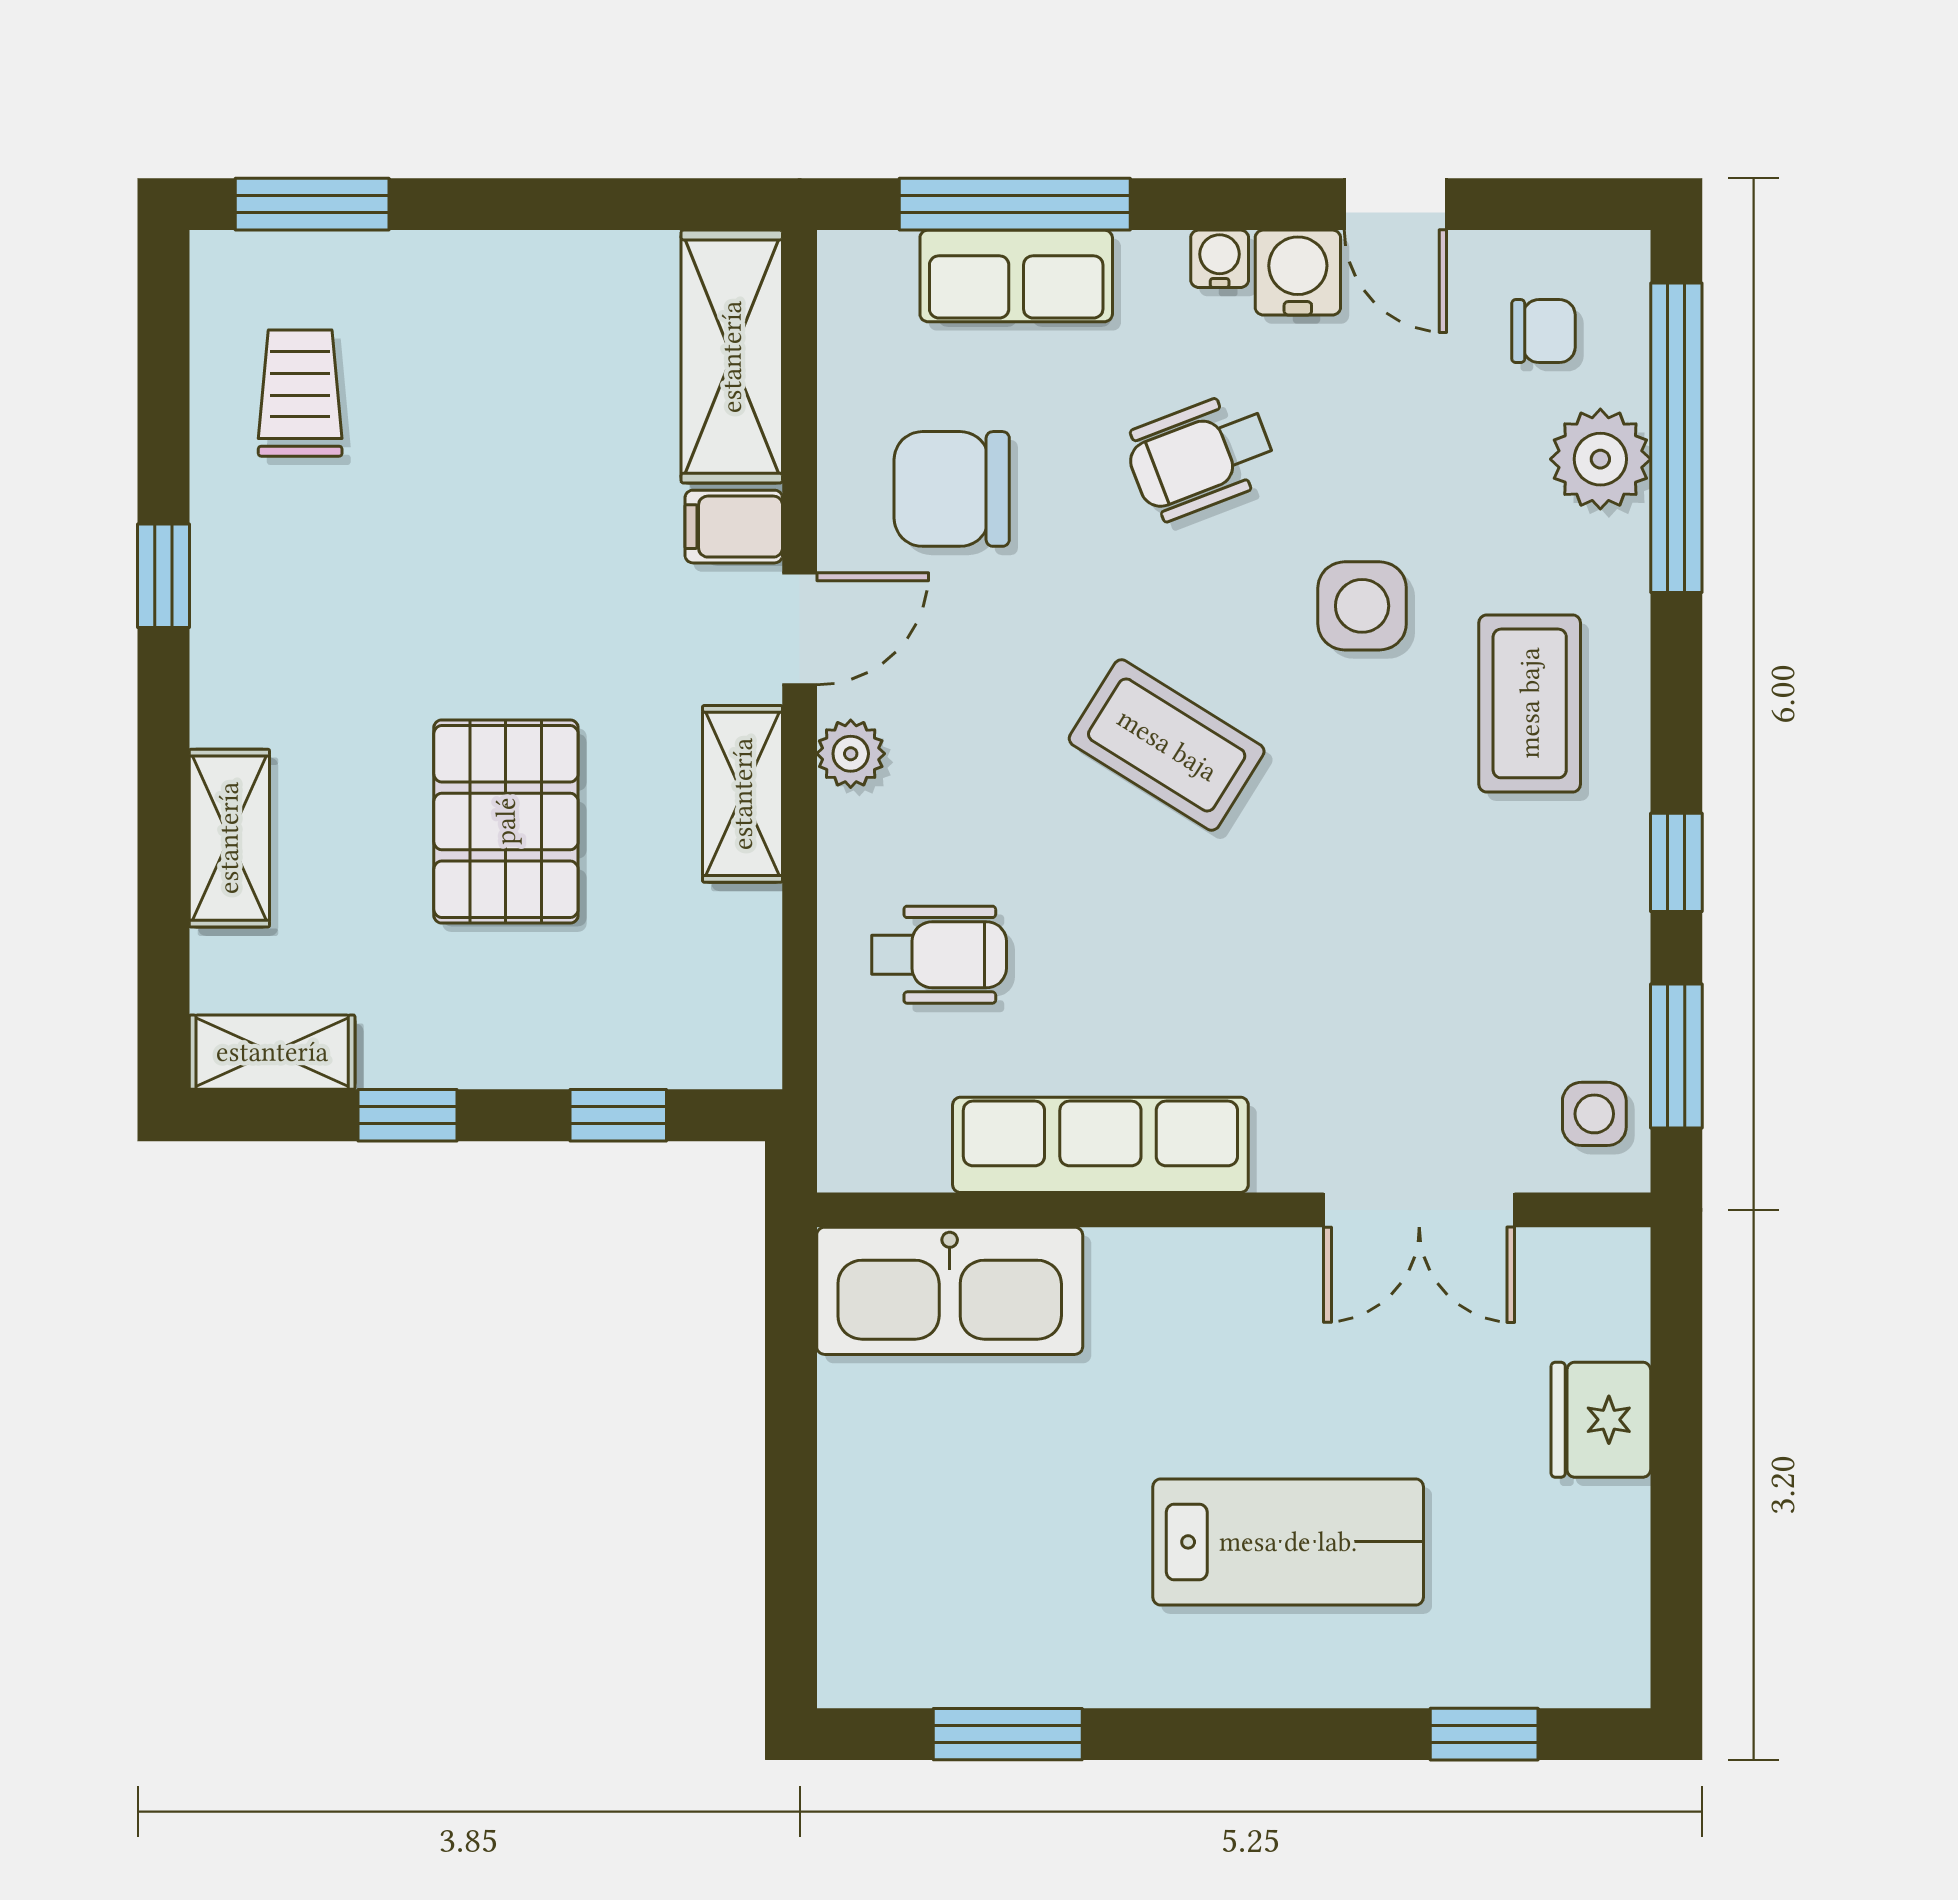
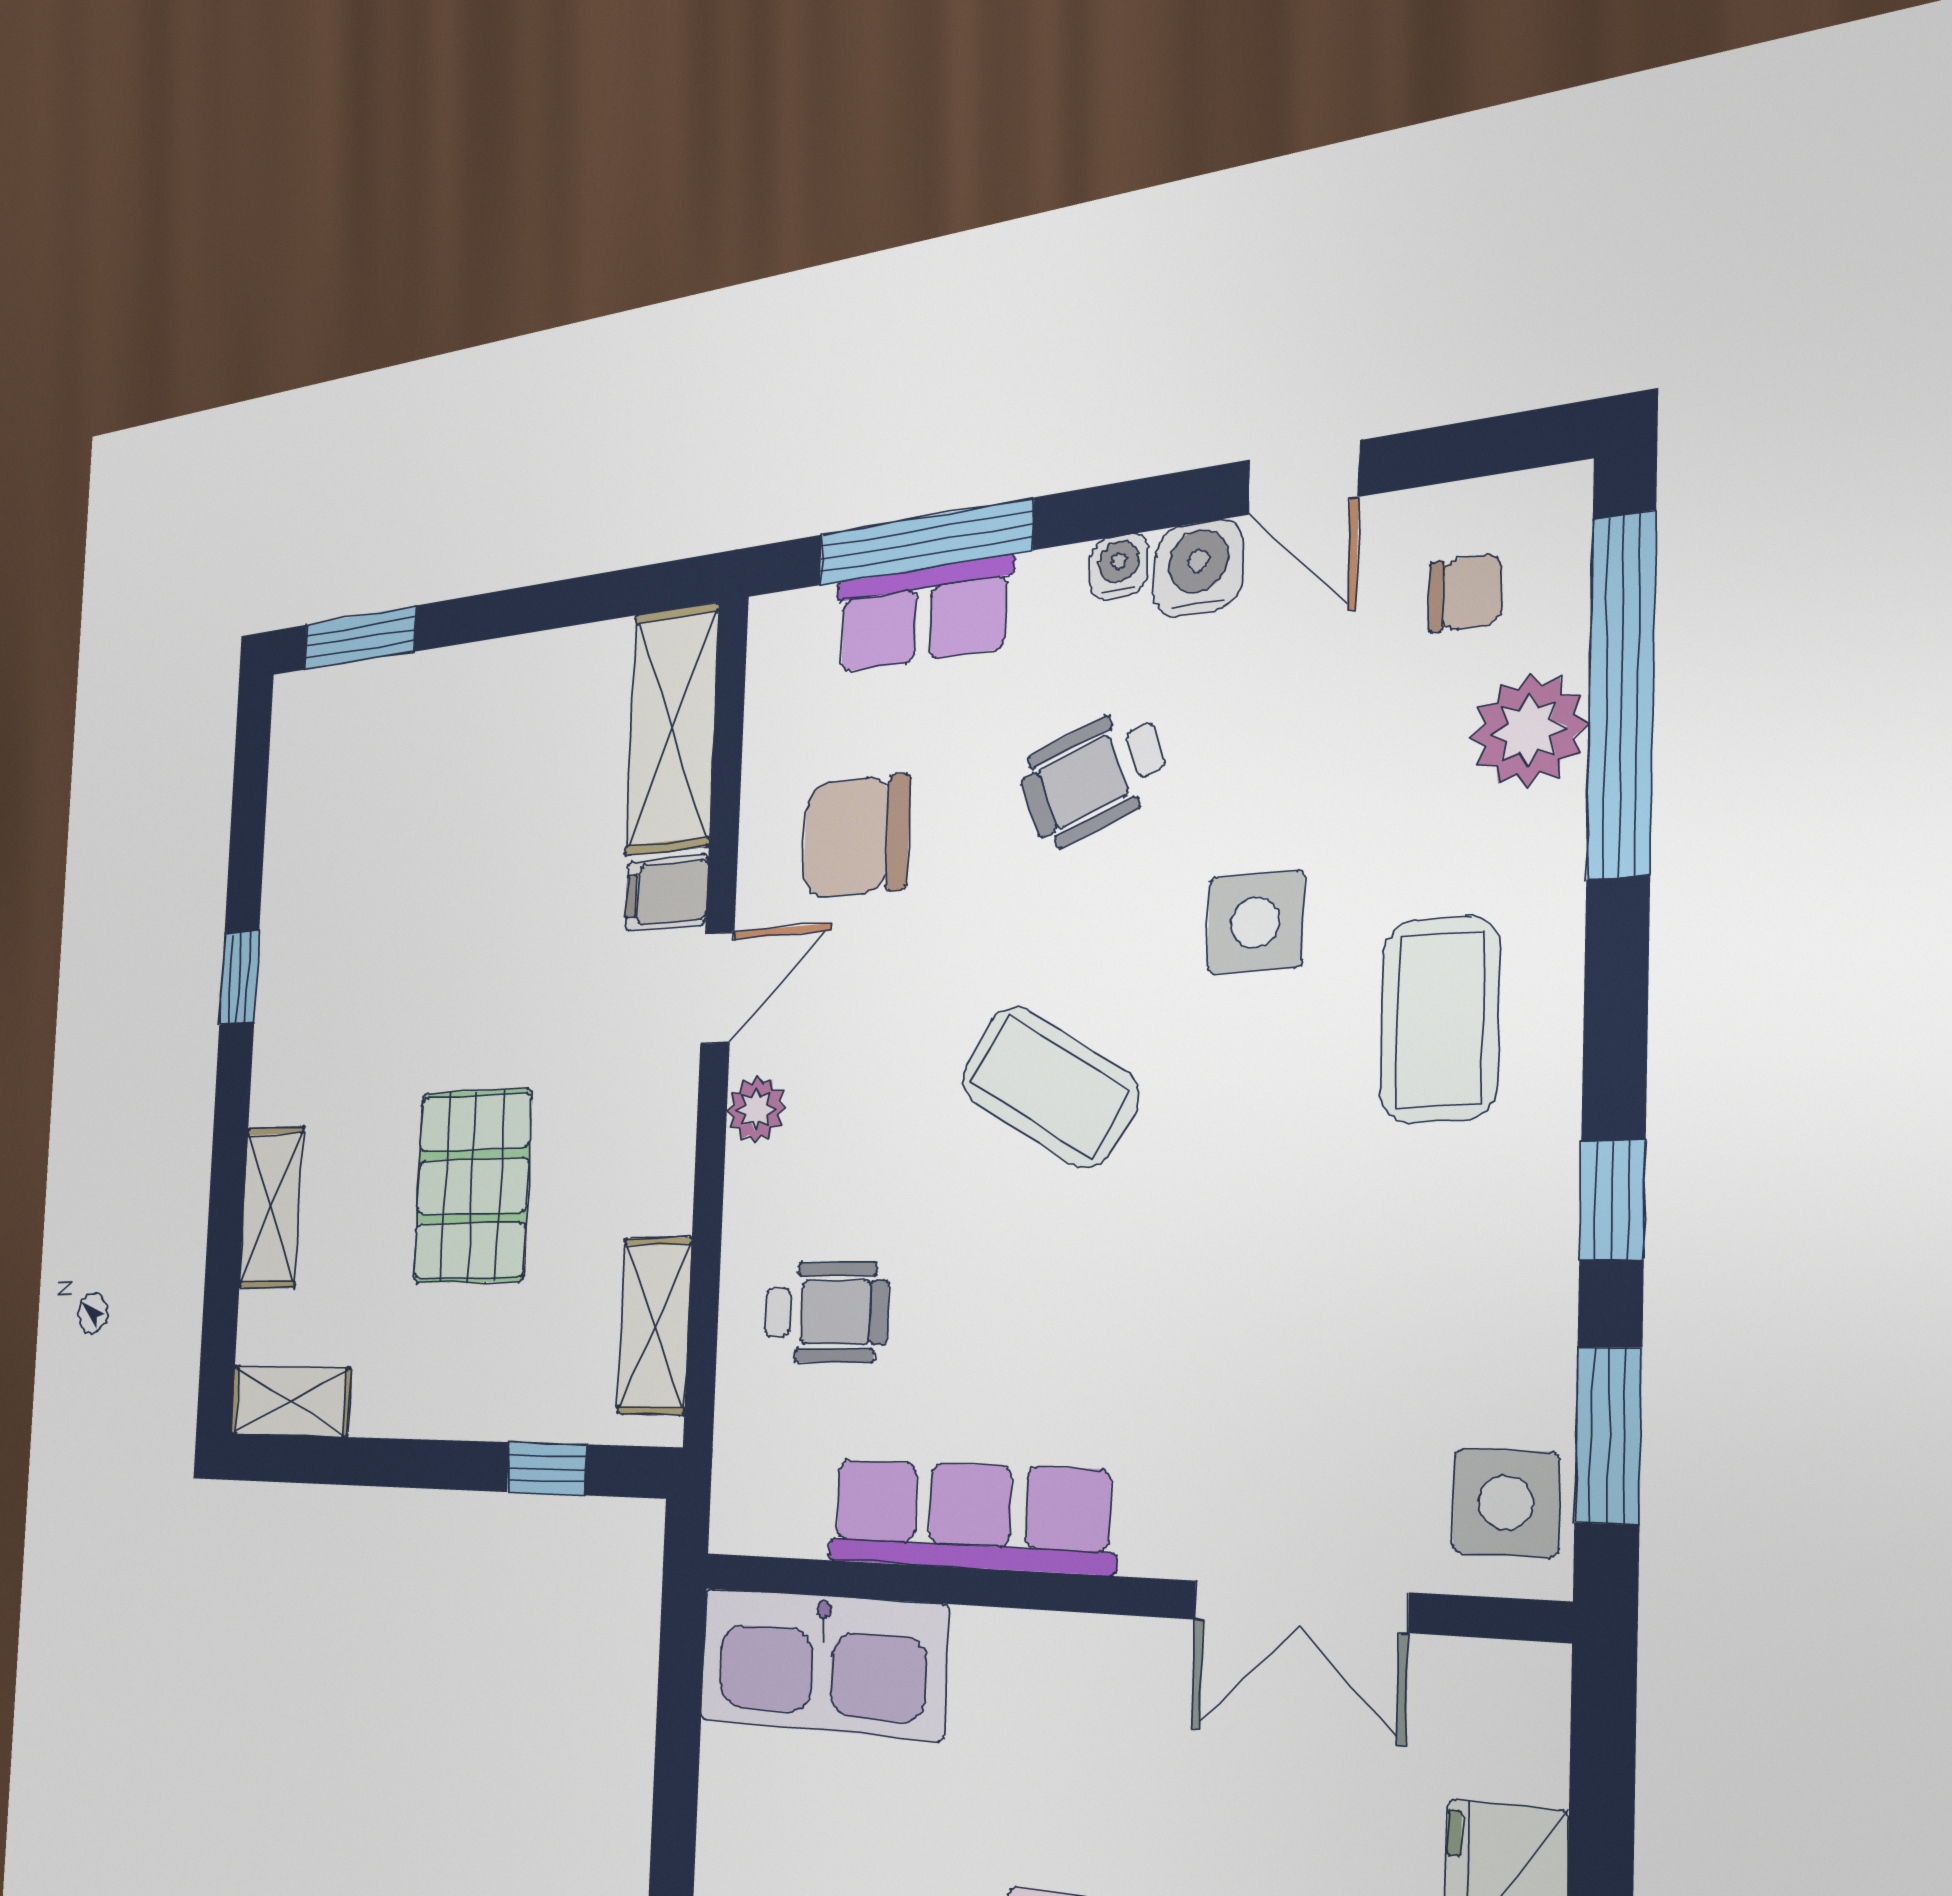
trolley: (300, 393) -> (342, 806), removed
shelving: (743, 794) -> (655, 1326), moved
side table: (1594, 1114) -> (1506, 1503), width x1.37, depth x1.37
window: (408, 1115) -> (385, 1462), removed

